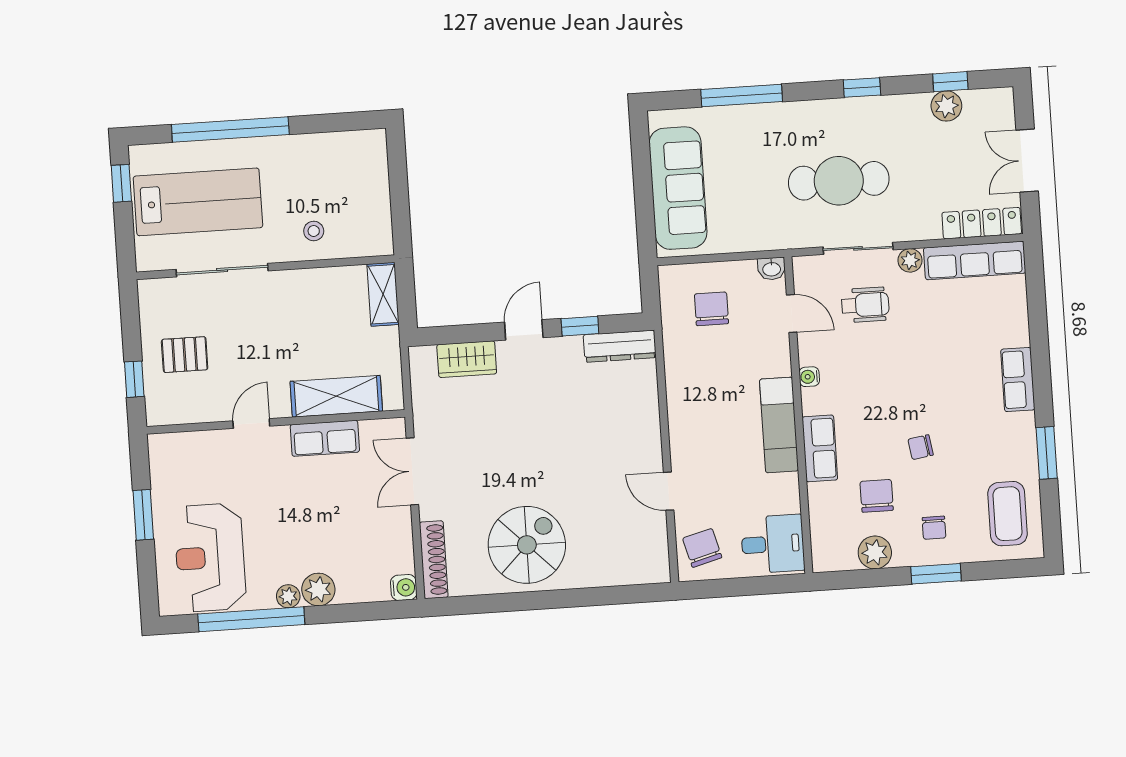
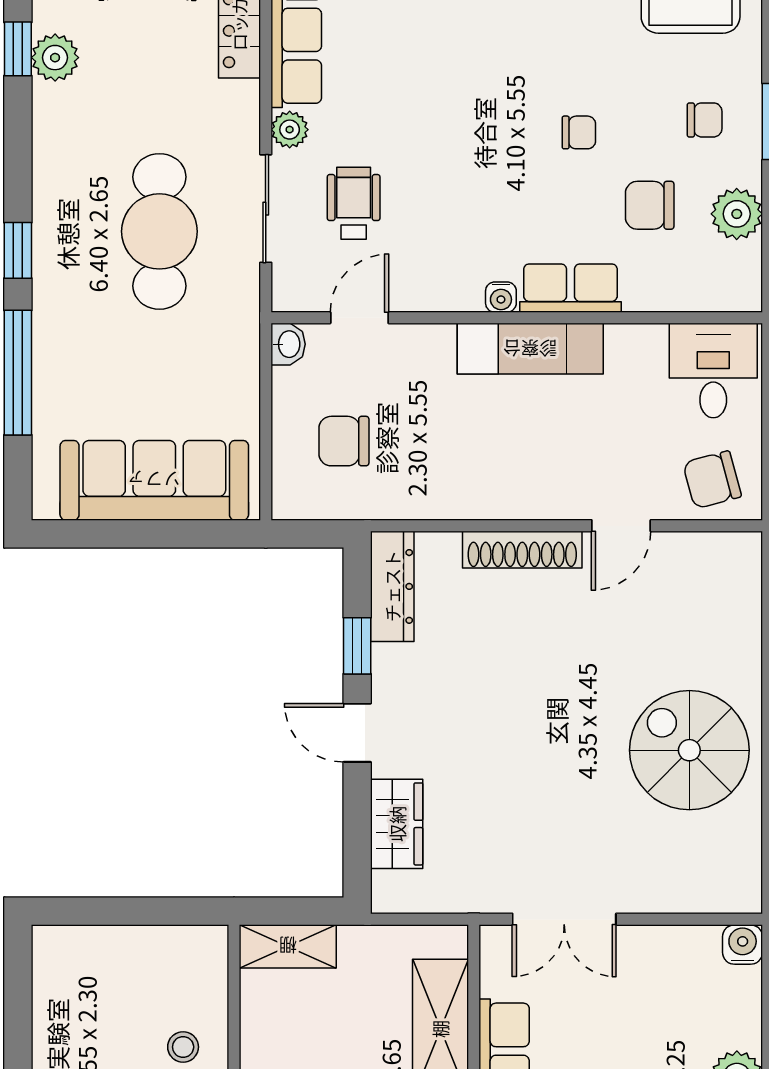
window: (862, 88) -> (18, 250), moved
water cooler: (809, 377) -> (501, 297), moved
chair: (921, 447) -> (579, 132), turned -81
shoe rack: (434, 560) -> (522, 550), moved, turned 180

